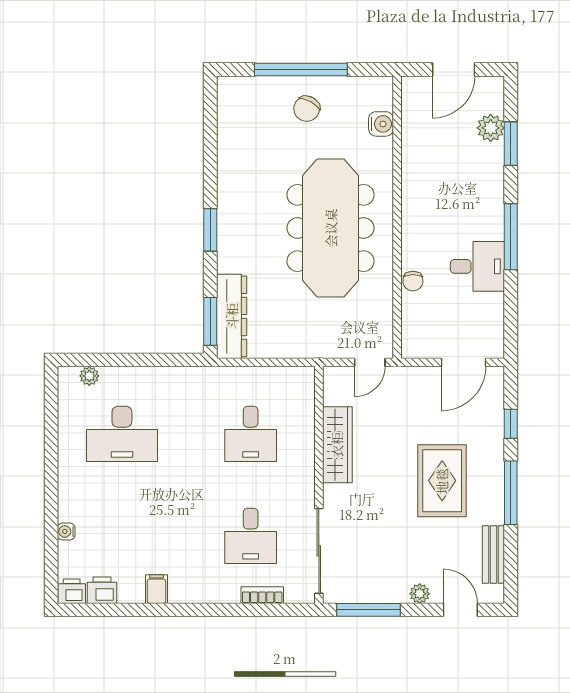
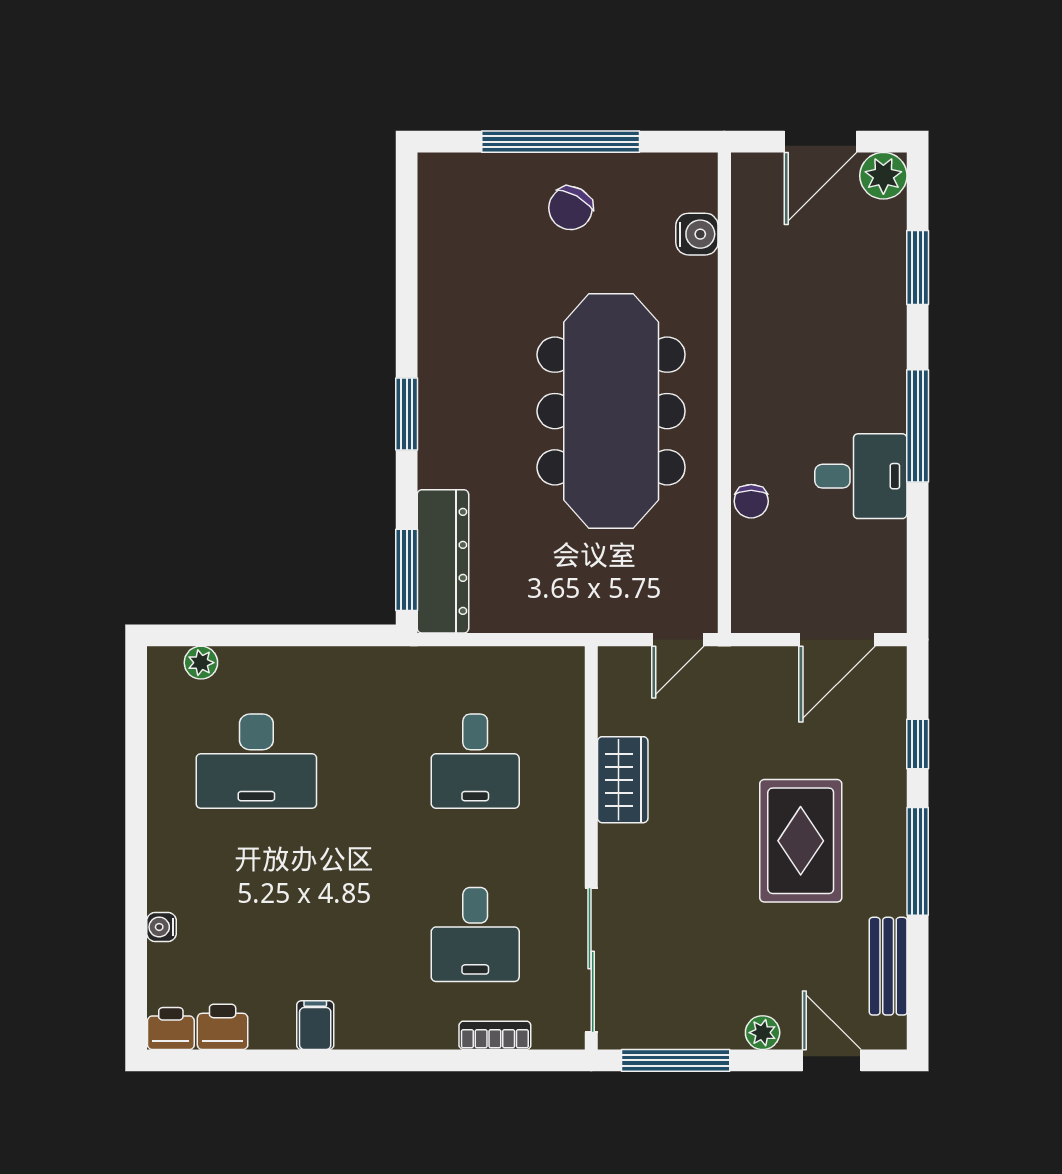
plant: (491, 128) -> (883, 176), moved
wardrobe: (337, 445) -> (623, 780), width x0.67

